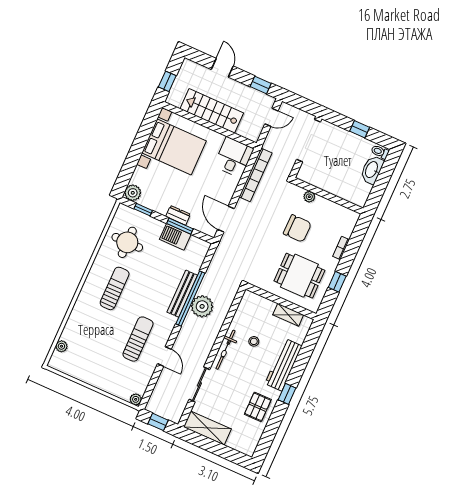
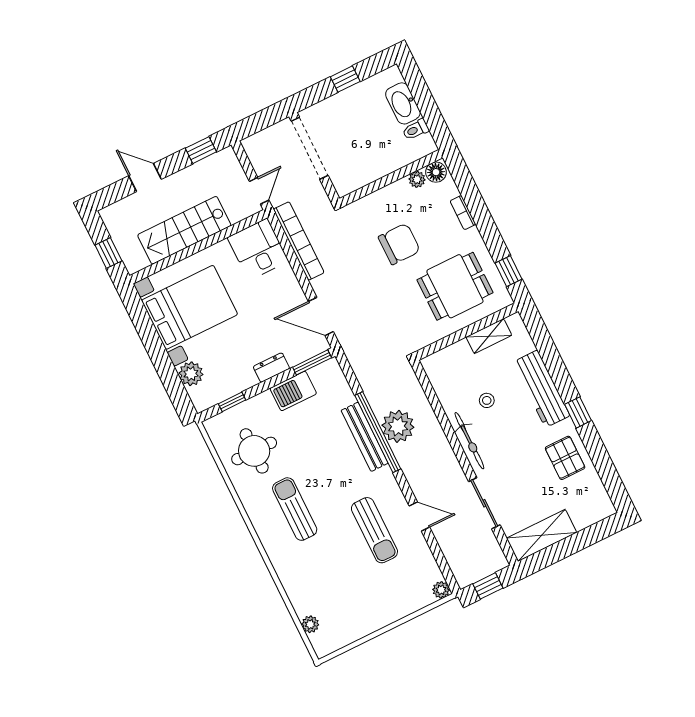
door: (271, 117) -> (259, 191), moved
toilet: (380, 152) -> (416, 130), moved
plant: (133, 193) -> (191, 374), moved
plant: (309, 197) -> (417, 179), moved
floor lamp: (351, 217) -> (436, 172), added
window: (180, 226) -> (312, 362), moved
window: (337, 282) -> (508, 271), moved
sun lounger: (138, 339) -> (374, 530), turned 180

